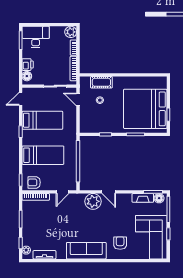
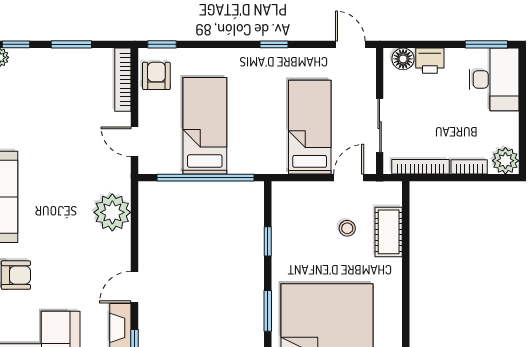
bed: (42, 120) -> (310, 127), moved, turned 180
bed: (43, 155) -> (205, 126), moved, turned 180
door: (109, 192) -> (135, 287), moved

